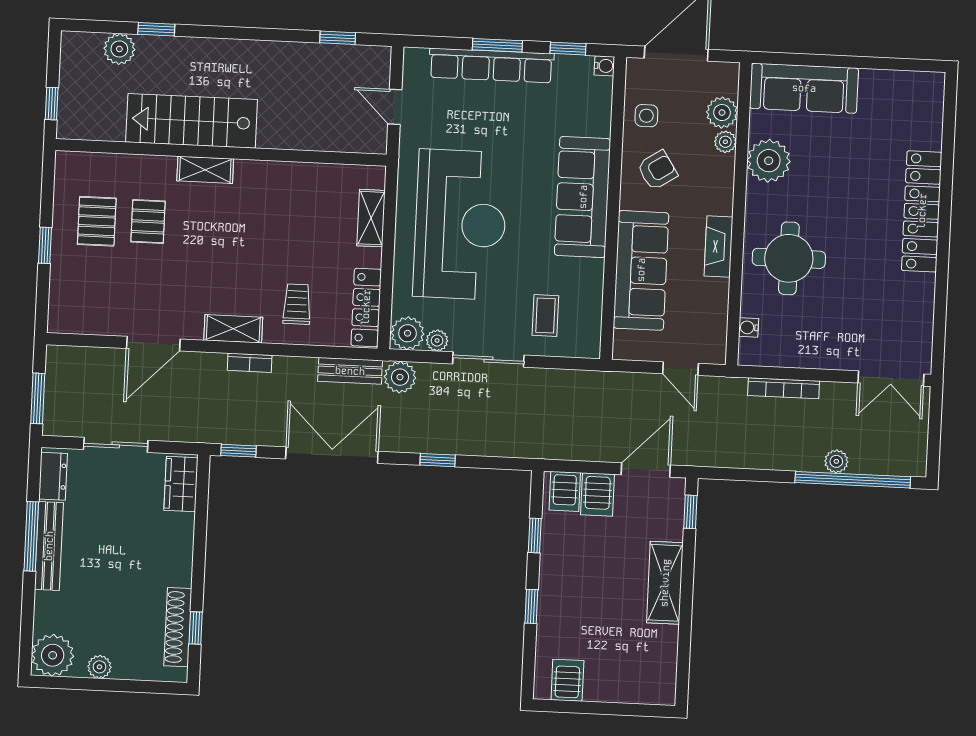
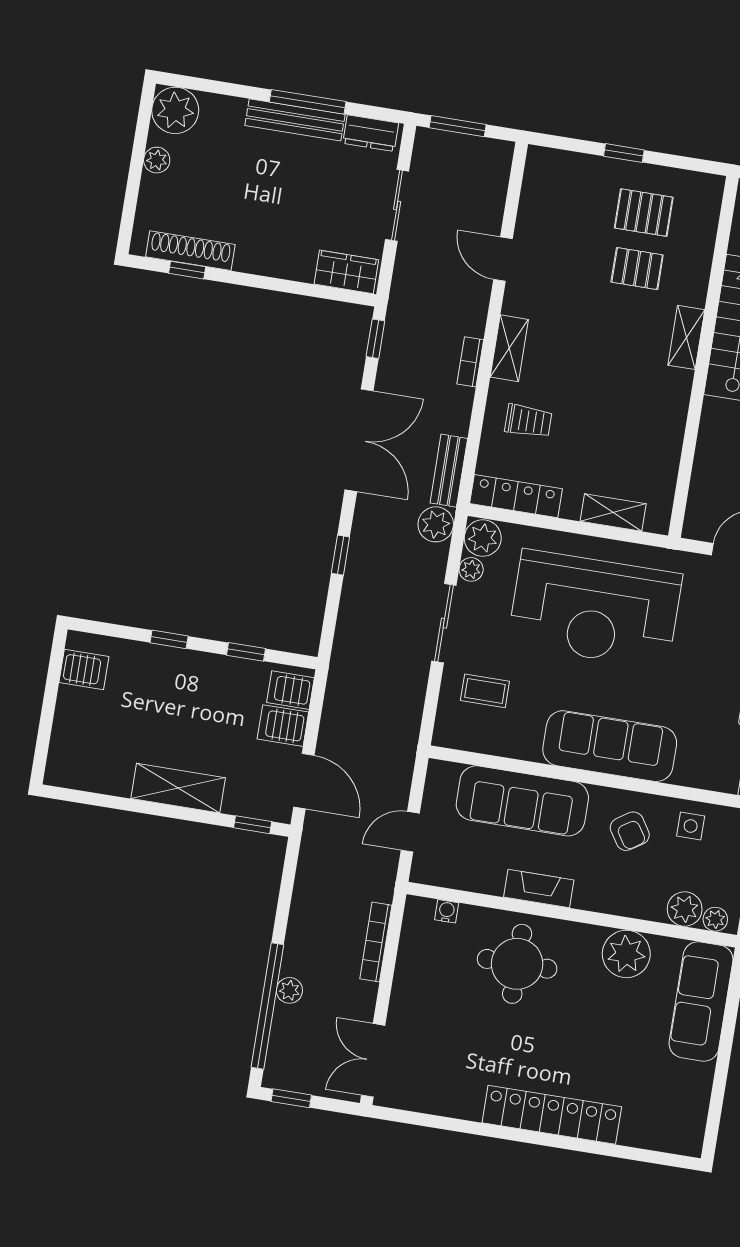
plant: (725, 142) -> (715, 919), moved
door: (153, 344) -> (503, 259), width x0.73
window: (934, 449) -> (291, 1098), added

